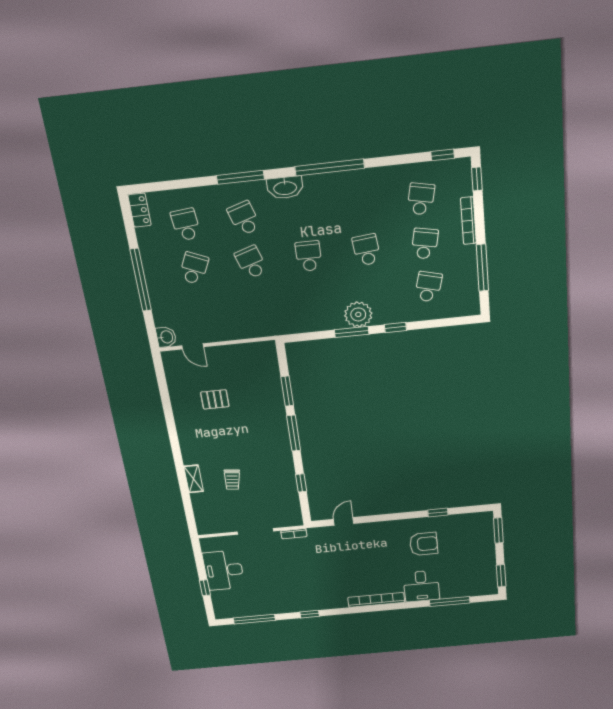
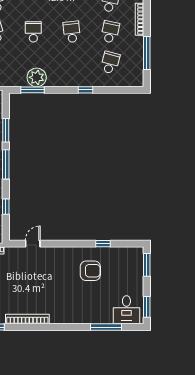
plant: (358, 314) -> (37, 77), moved
window: (352, 332) -> (33, 90), moved
desk: (421, 586) -> (126, 310), moved
bookcase: (376, 600) -> (27, 319), moved

